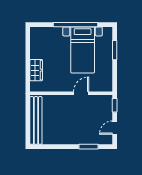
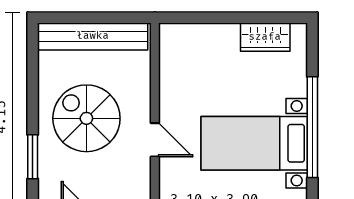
wardrobe: (36, 70) -> (265, 37), moved
spiral stairs: (72, 123) -> (86, 118), added

